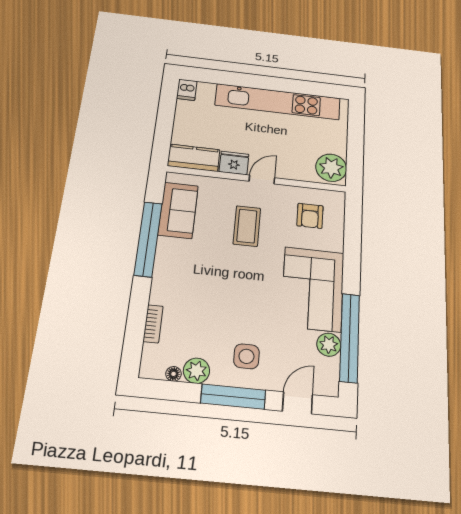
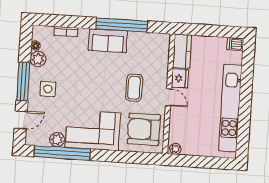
plant: (331, 168) -> (175, 149), width x0.53, depth x0.53
sofa: (178, 210) -> (108, 41), moved
armchair: (310, 216) -> (144, 129), width x1.88, depth x1.88
coffee table: (247, 226) -> (134, 88), turned 90
door: (298, 403) -> (21, 120), hinge flipped

